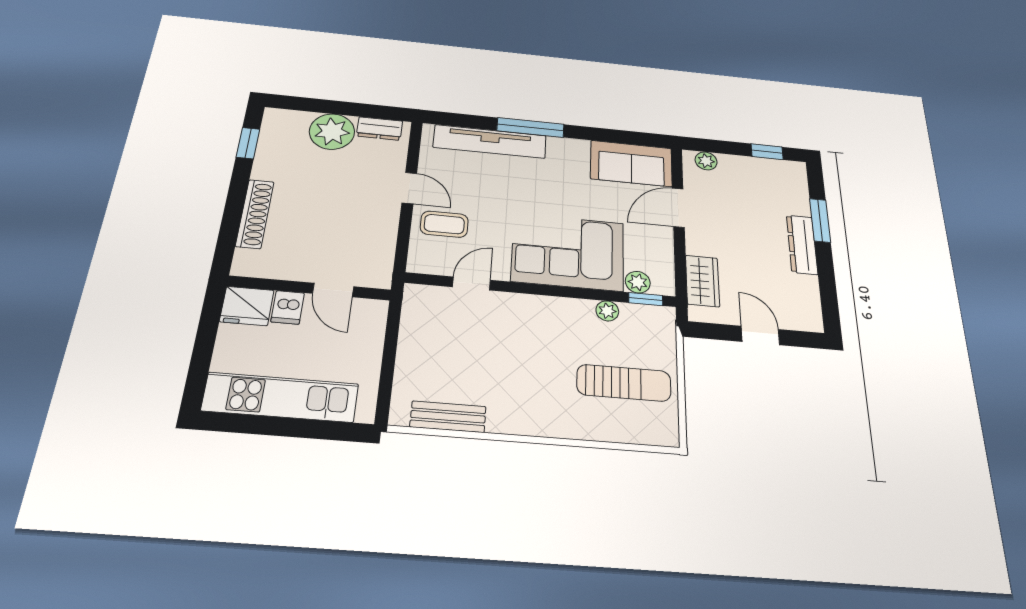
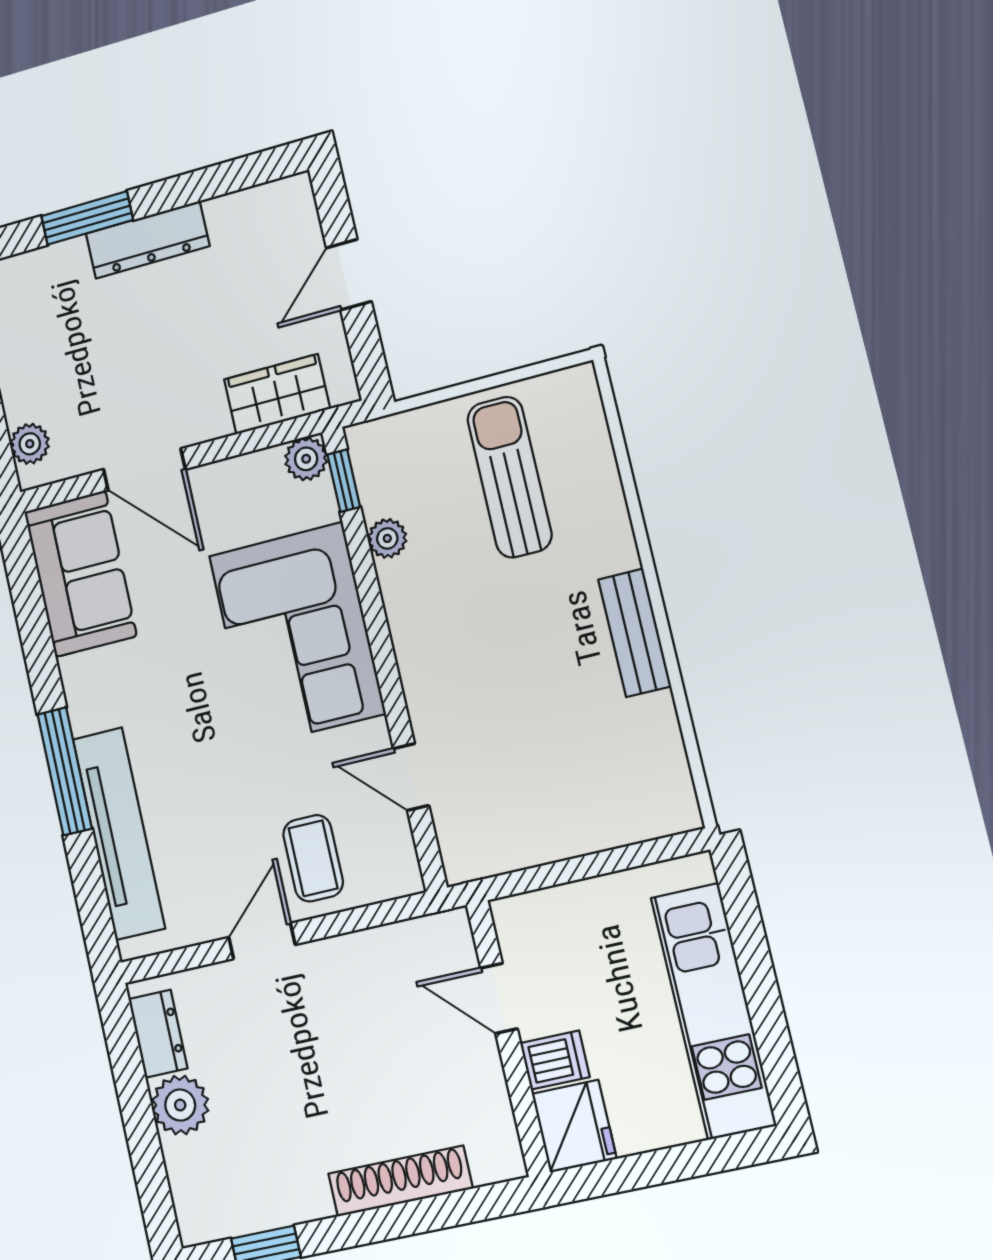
plant: (332, 132) -> (180, 1105), width x0.73, depth x0.73
plant: (638, 282) -> (306, 459), moved
door: (333, 290) -> (499, 998), swing flipped
bench: (448, 417) -> (635, 633), moved

